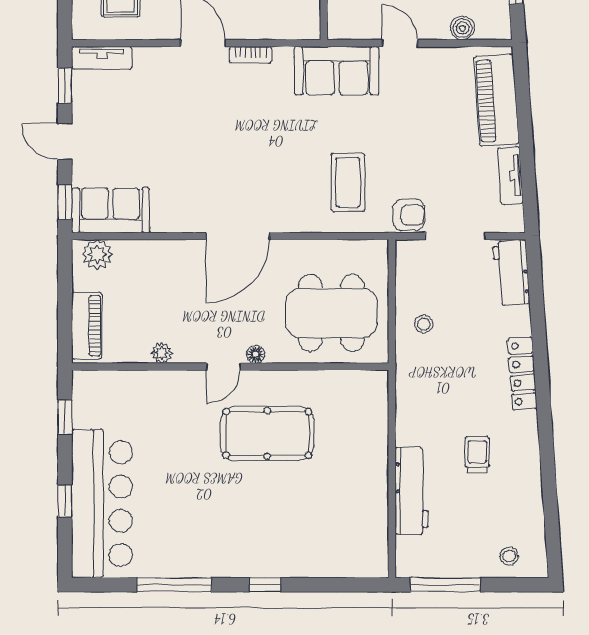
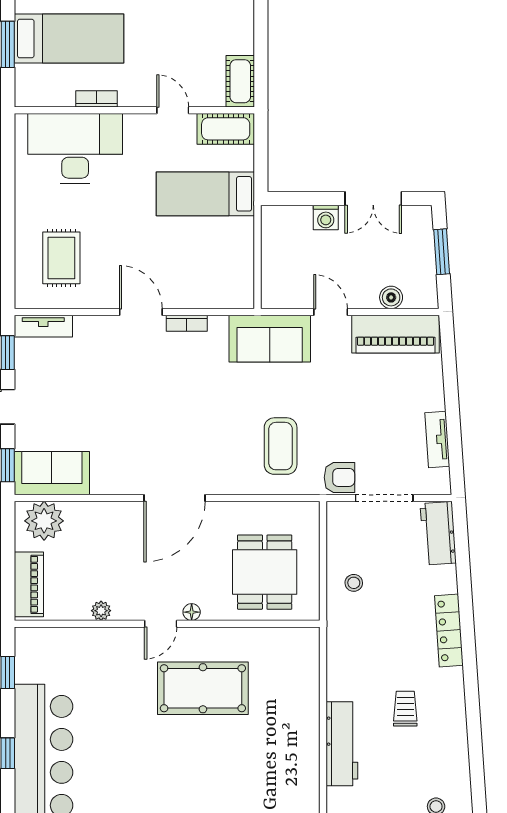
piano: (496, 100) -> (396, 334), moved, turned -86
plant: (97, 254) -> (44, 521), width x1.36, depth x1.36
dining table: (331, 313) -> (265, 572), width x0.73

